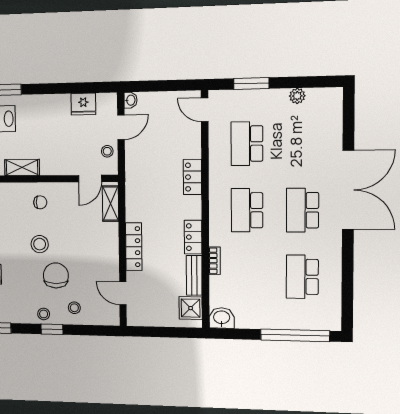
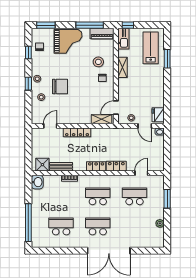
fridge: (83, 104) -> (158, 115), moved
door: (205, 110) -> (141, 173), moved
door: (90, 178) -> (116, 108), hinge flipped
locker: (193, 237) -> (96, 166), moved
stool: (40, 244) -> (98, 62), moved

